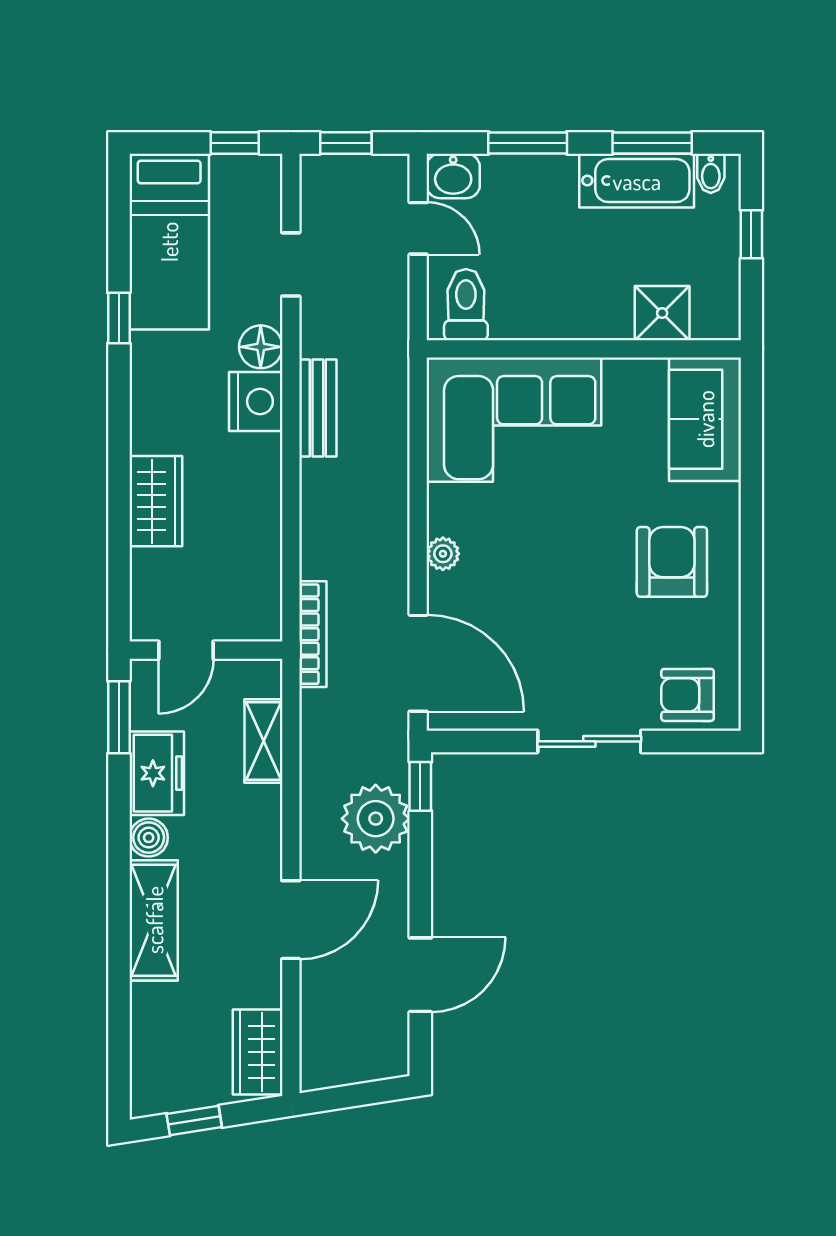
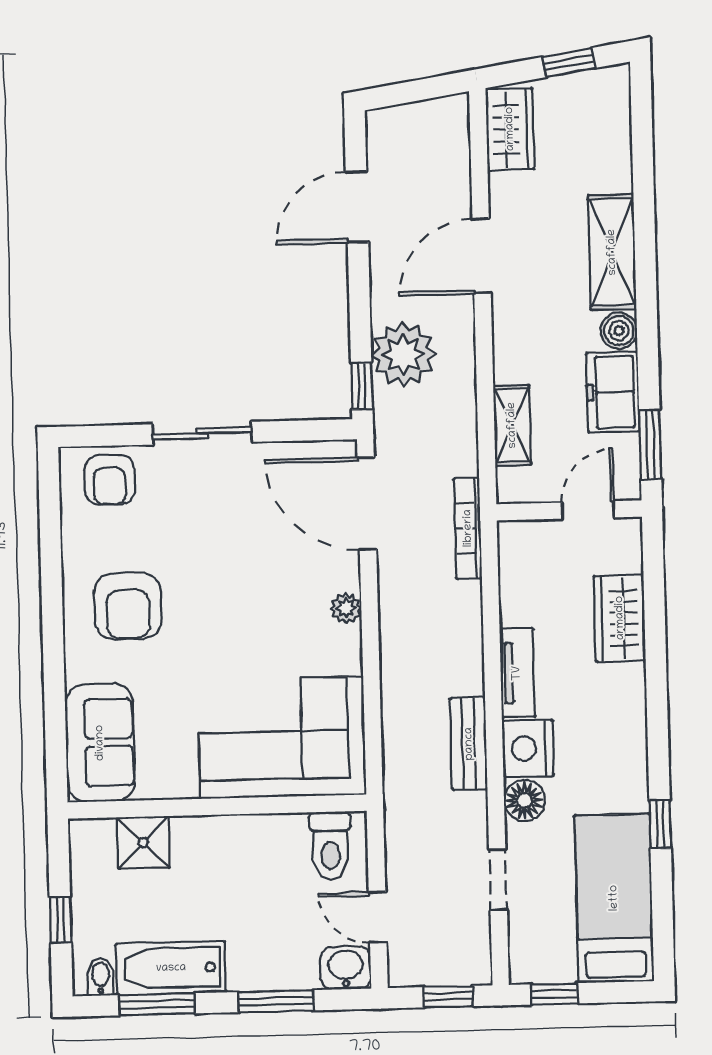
tv unit: (265, 481) -> (517, 673), added
wardrobe: (156, 501) -> (620, 618), moved
armchair: (688, 695) -> (110, 480), turned 90

